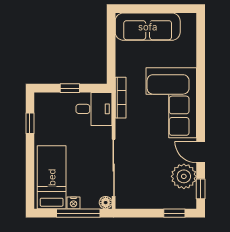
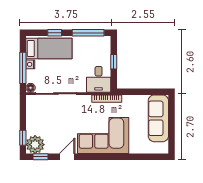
window: (30, 123) -> (88, 33), width x2.17
window: (30, 169) -> (55, 33), added
plant: (184, 176) -> (35, 145), moved

